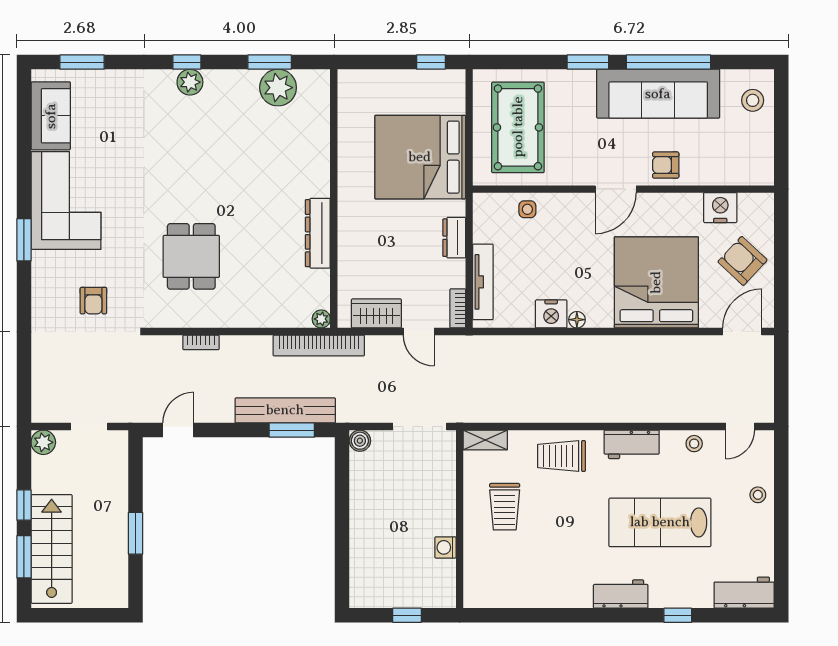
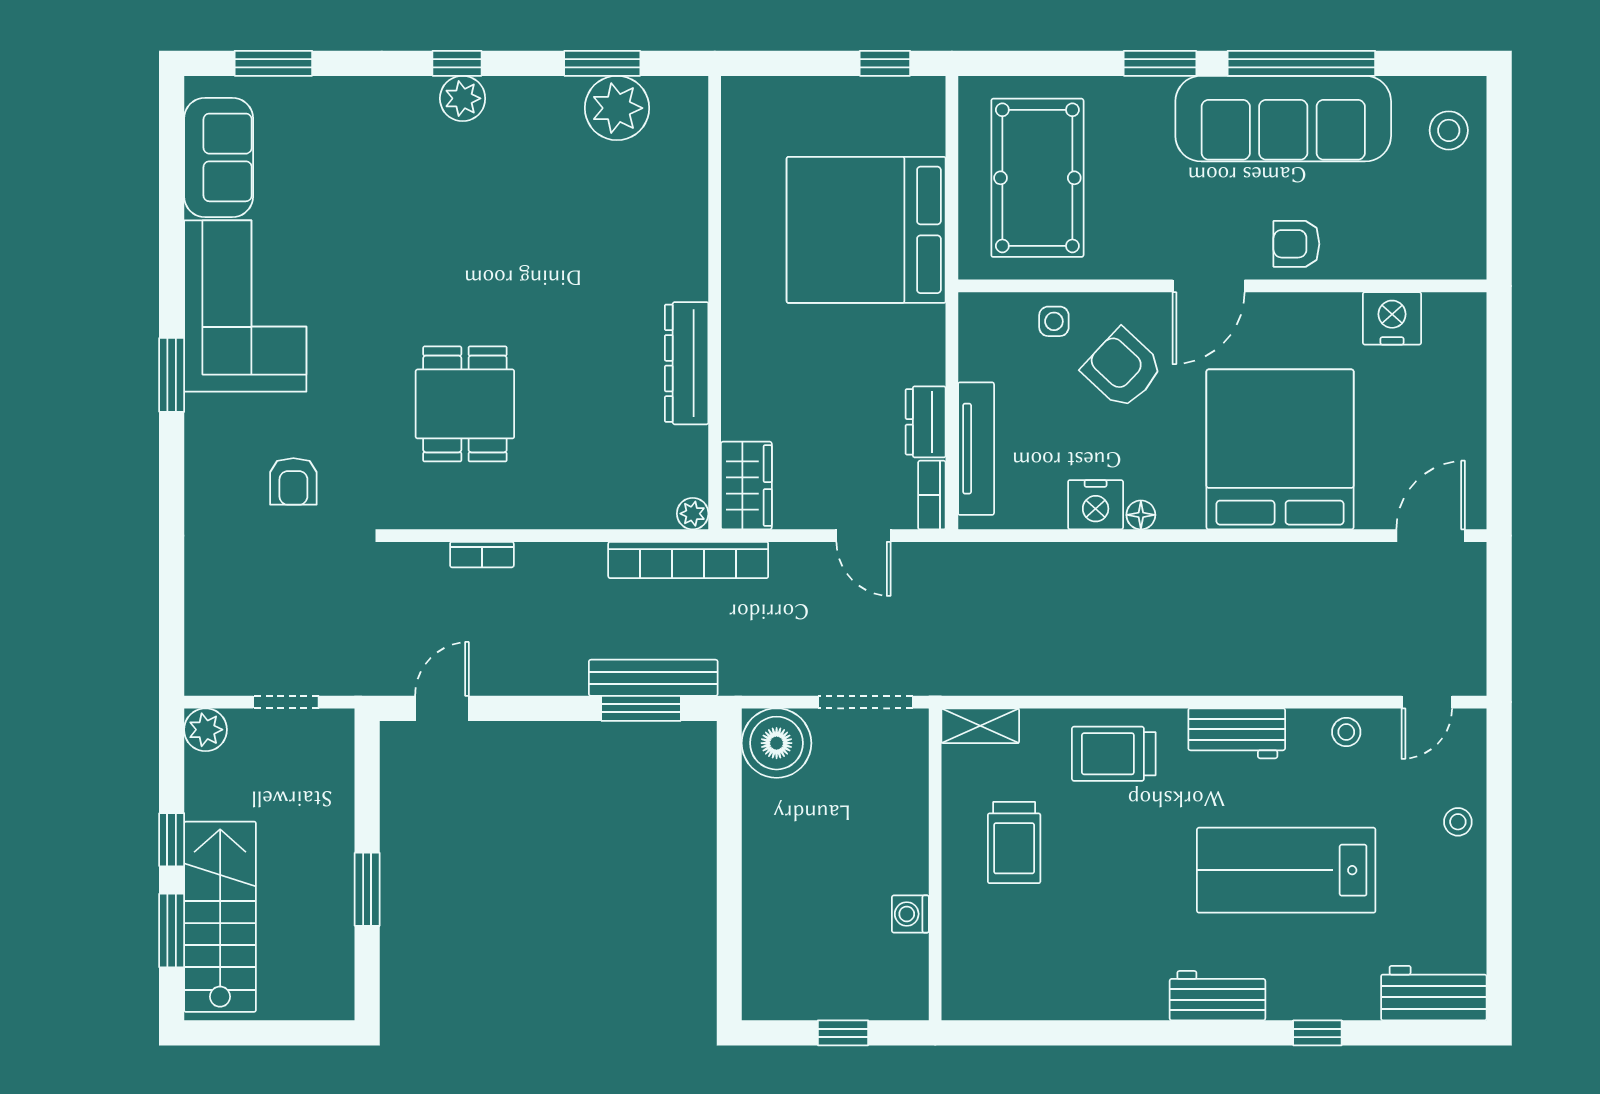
dresser: (454, 238) -> (926, 422), moved
armchair: (743, 261) -> (1123, 369), moved
wardrobe: (376, 313) -> (746, 486), moved, turned 90
bench: (285, 410) -> (653, 678), width x0.73, depth x0.82
boiler: (360, 441) -> (777, 743), width x1.86, depth x1.86

